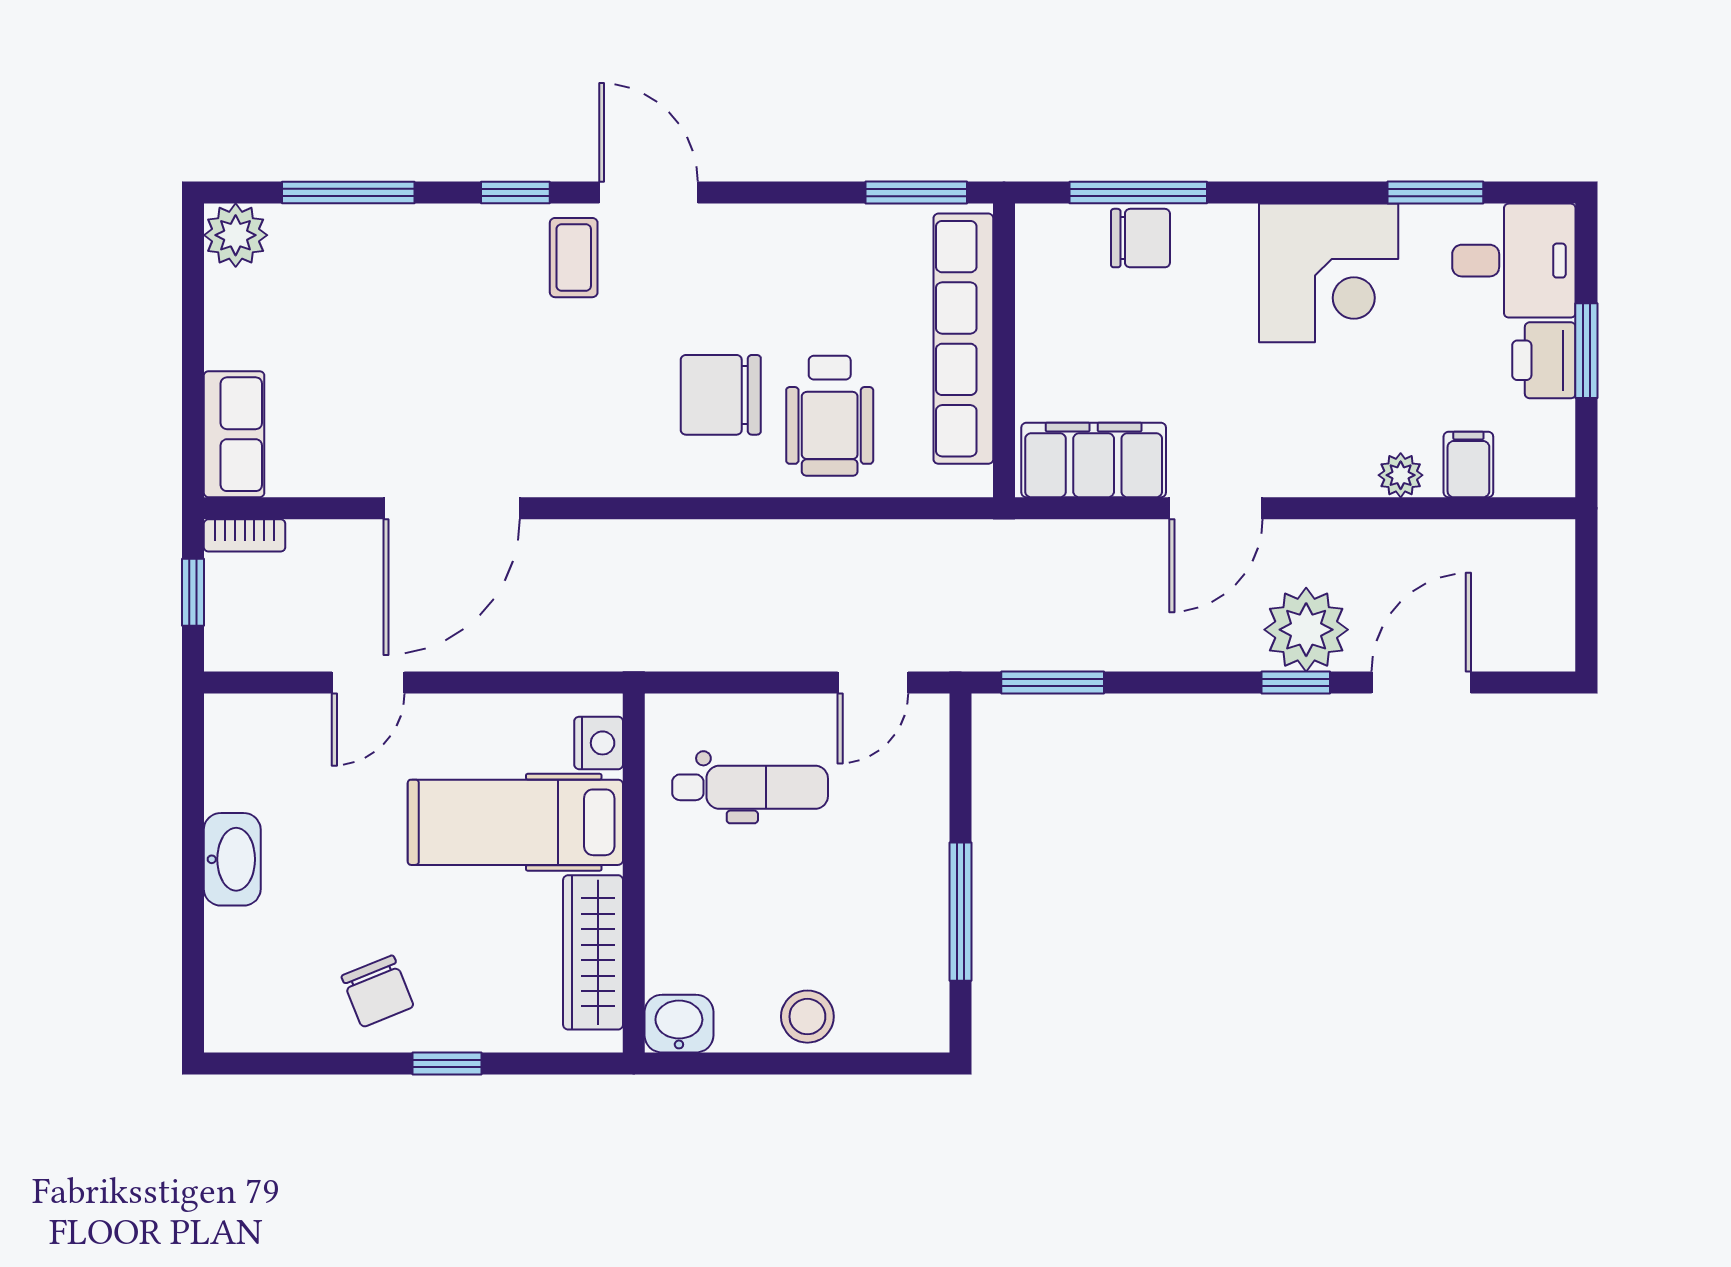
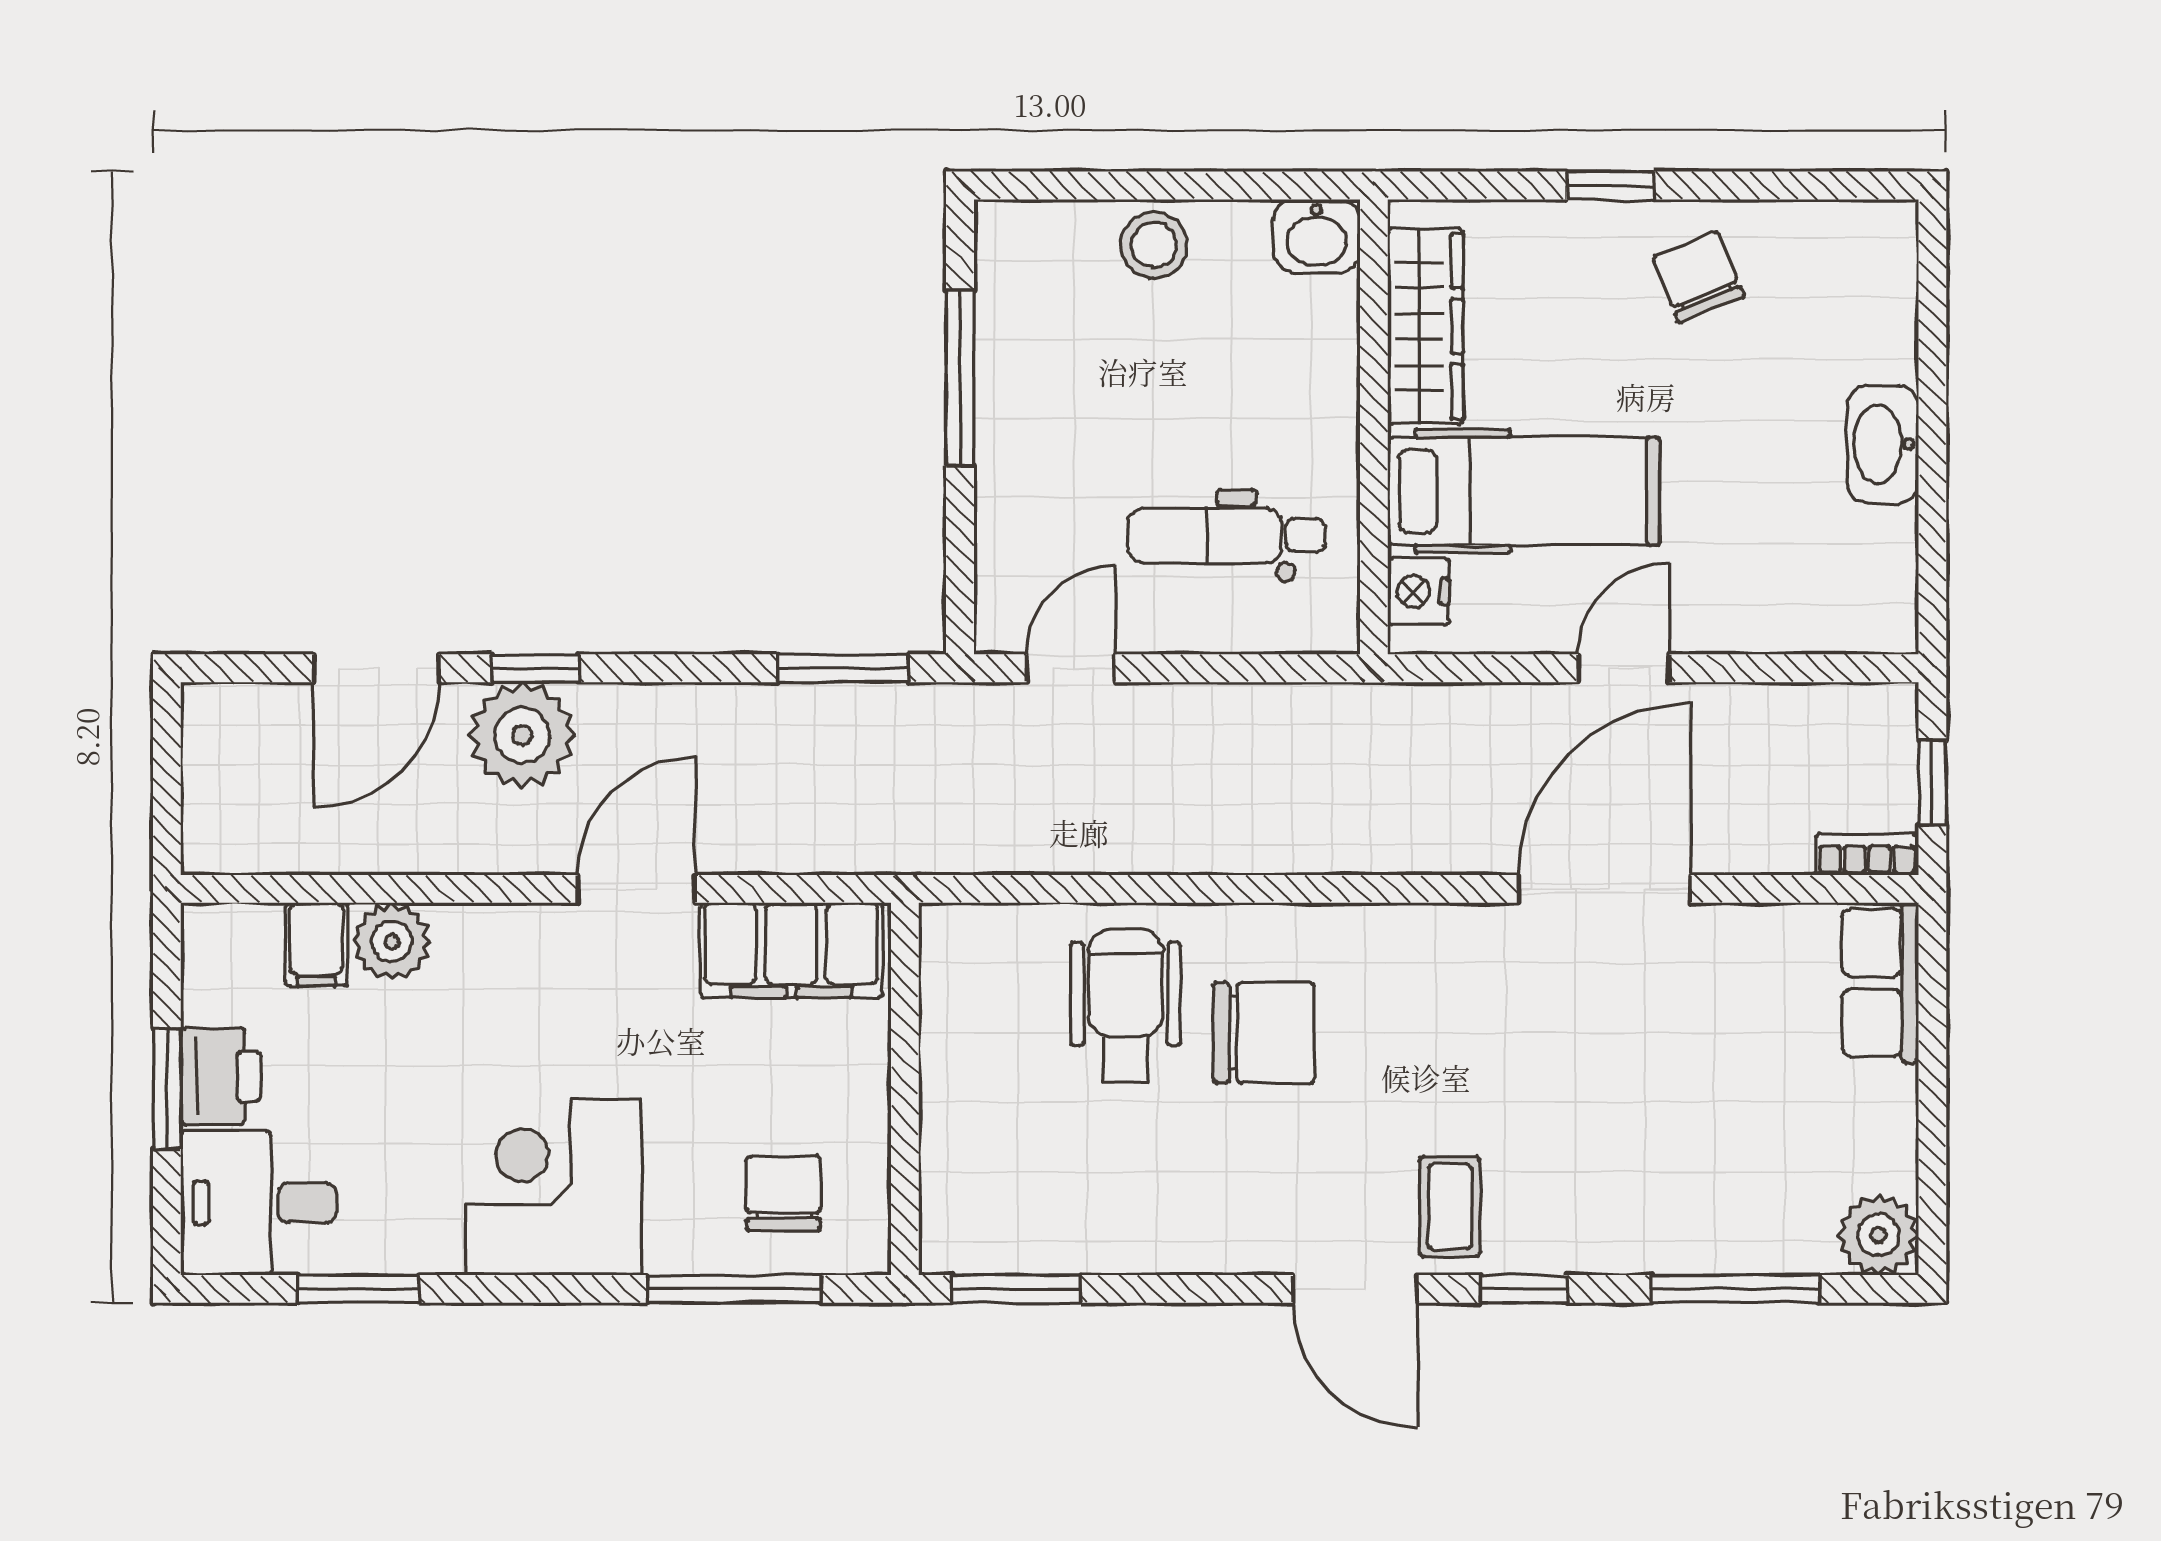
chair: (1140, 238) -> (783, 1193), moved, turned 90
corner desk: (1329, 273) -> (554, 1187), moved
row of seats: (963, 339) -> (956, 1104), removed
plant: (1401, 475) -> (392, 941), width x1.38, depth x1.38
door: (368, 682) -> (1624, 668), moved

